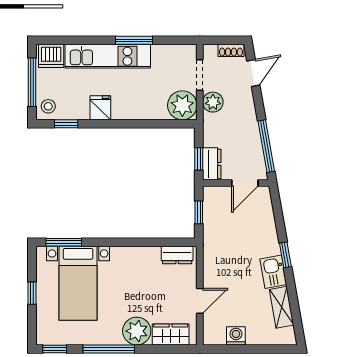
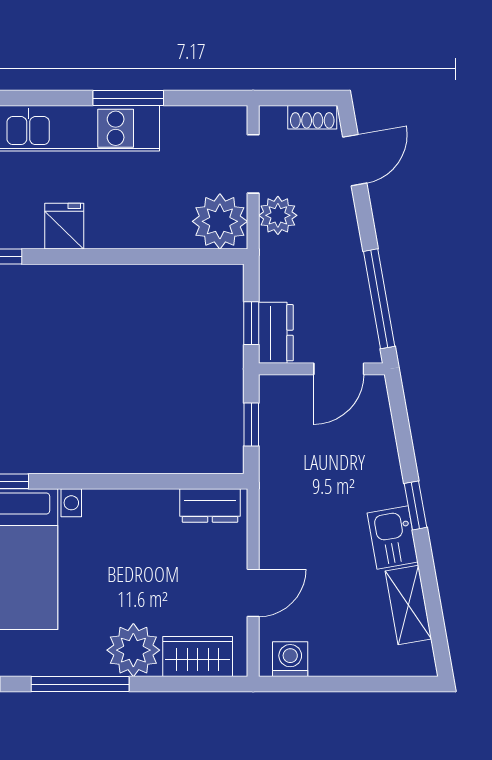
washing machine: (236, 336) -> (290, 659), moved

